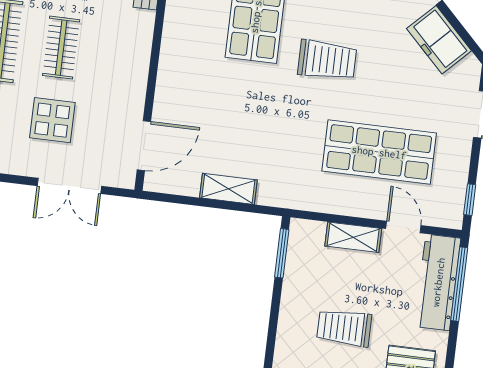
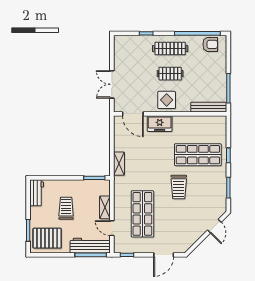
freezer: (439, 40) -> (160, 124), moved, turned -135
display table: (52, 120) -> (167, 100), moved
shelving: (228, 189) -> (119, 164), moved
door: (403, 227) -> (112, 228), swing flipped

